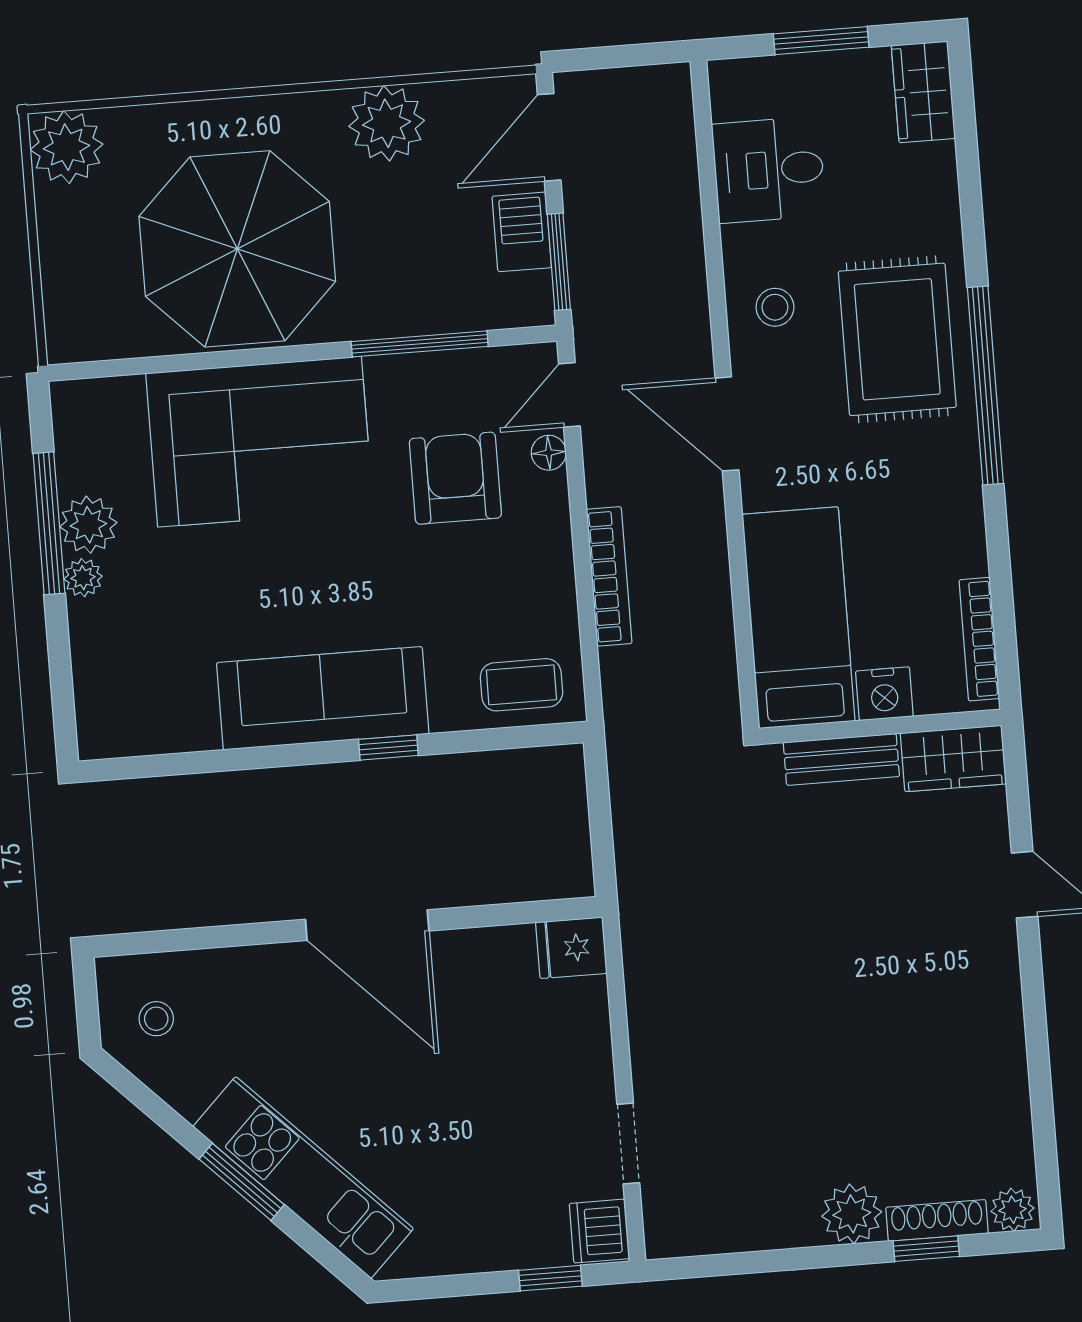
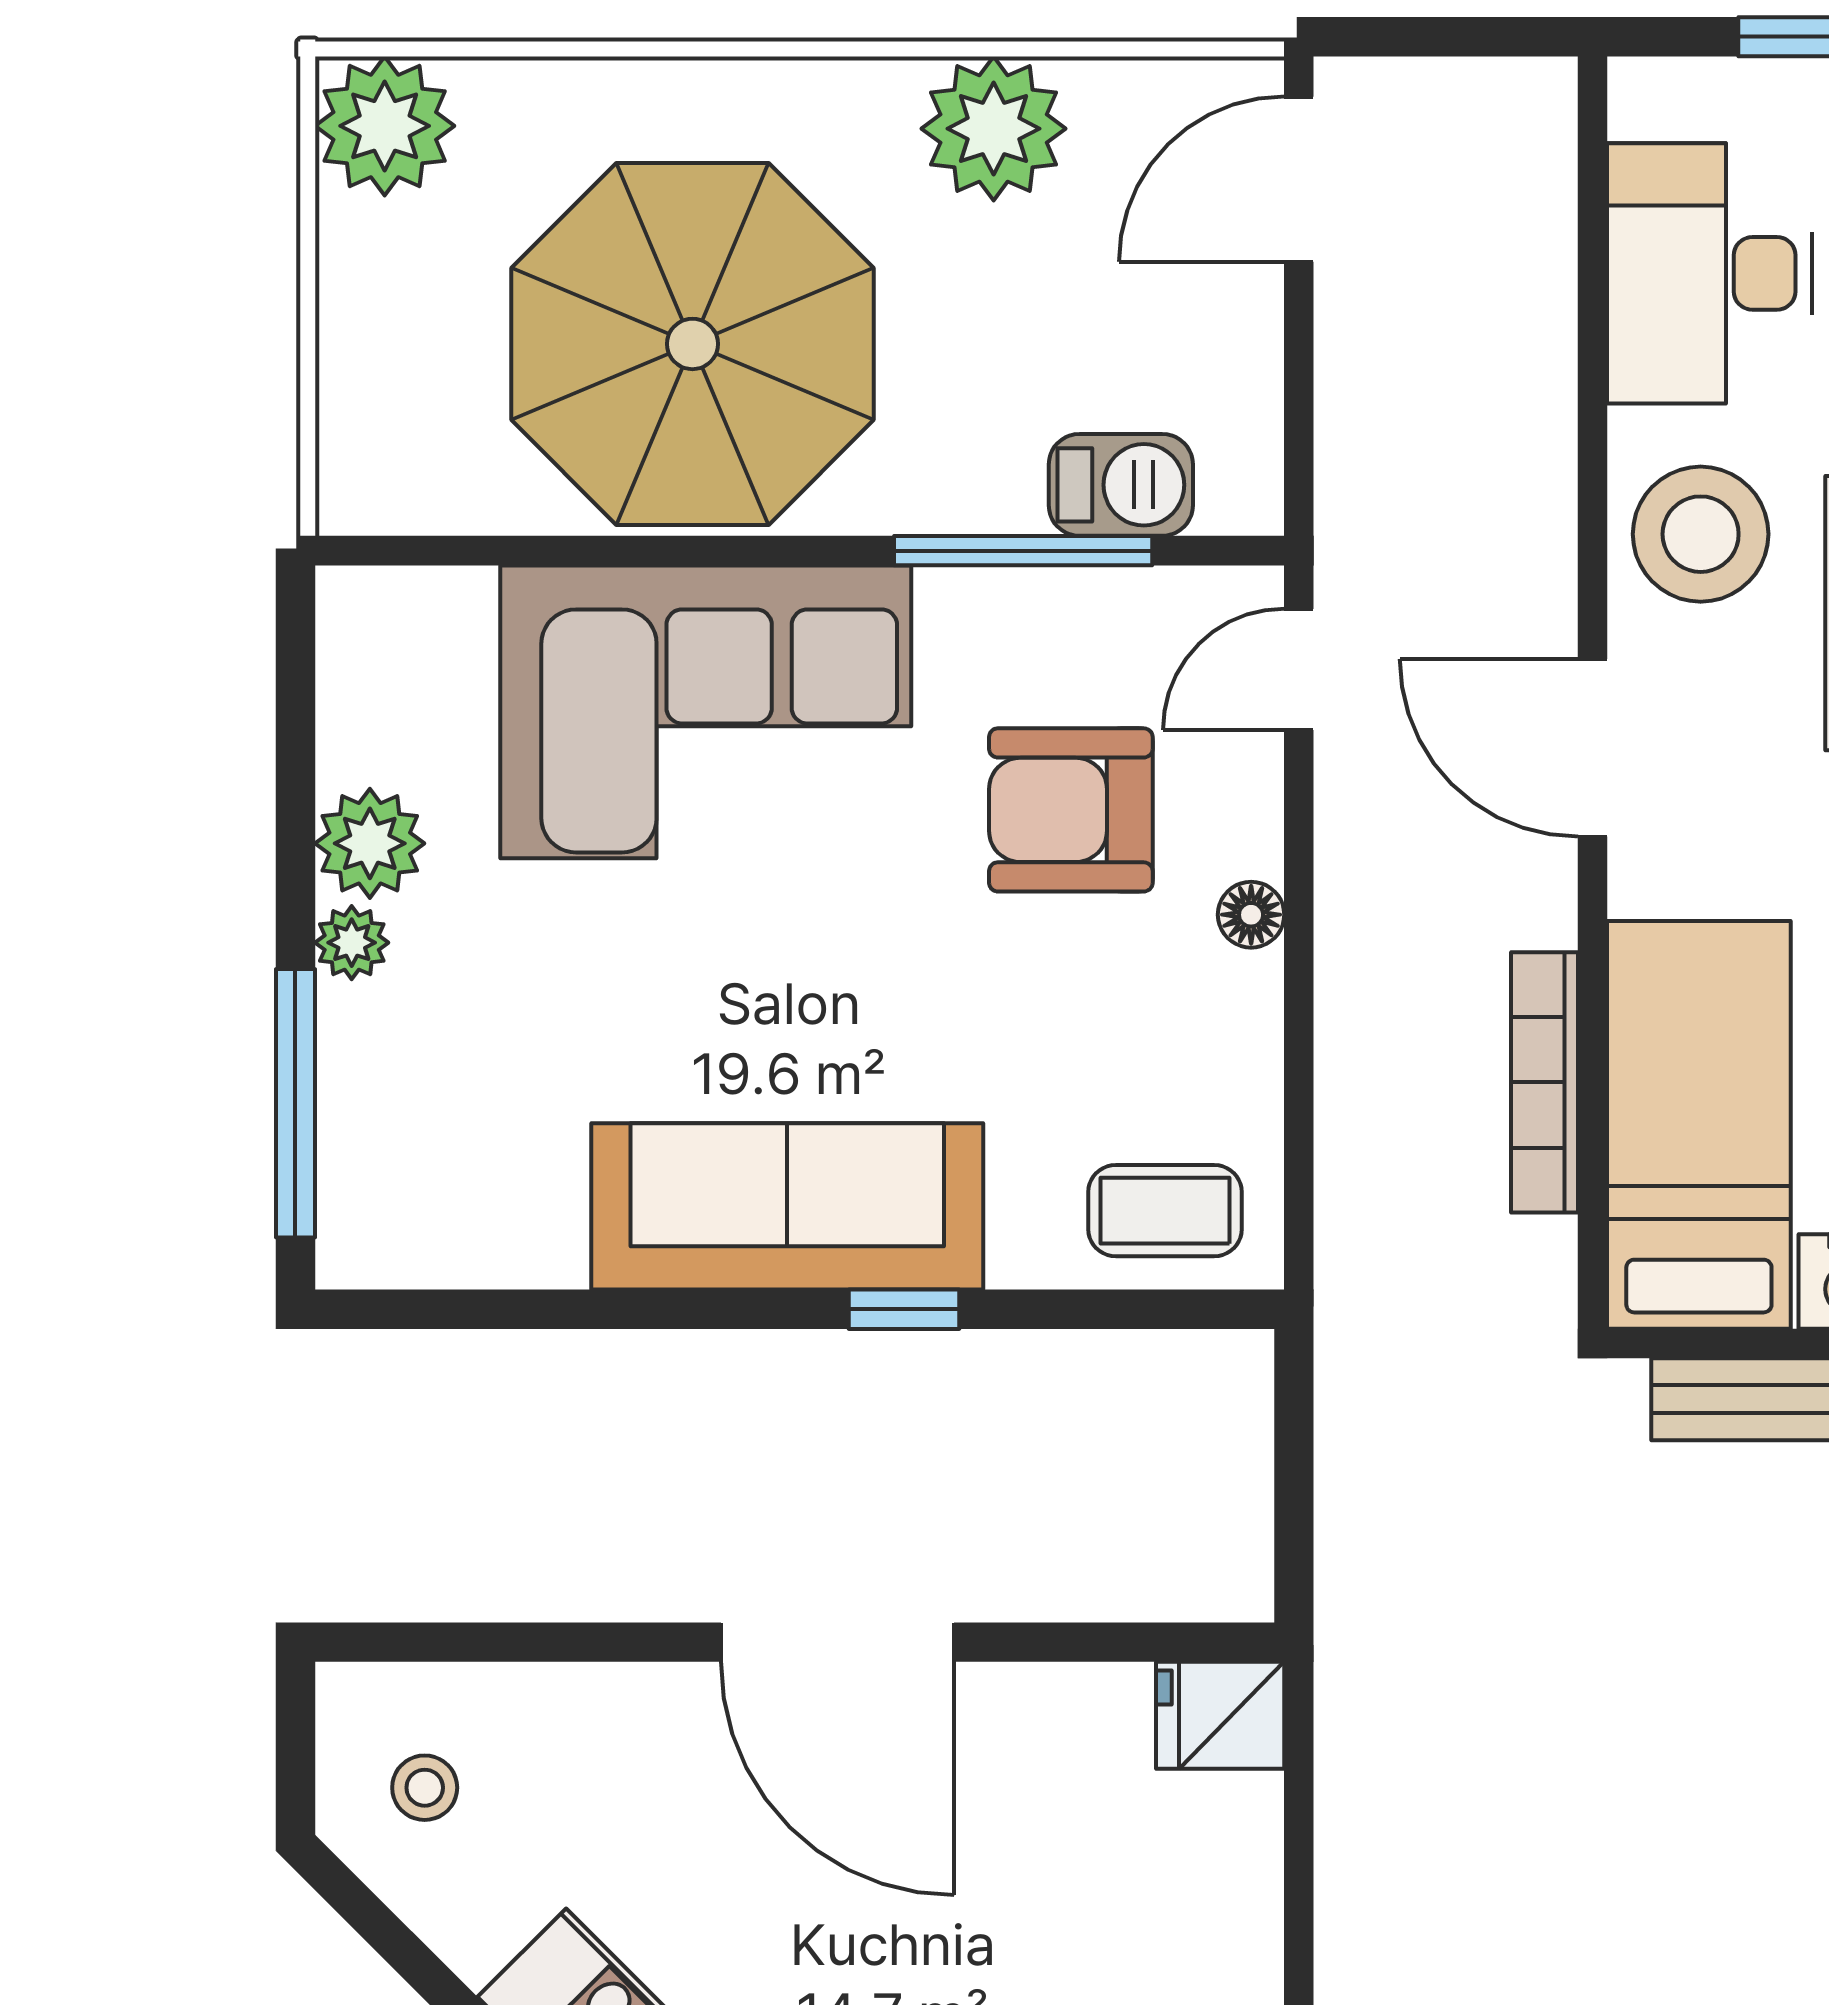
desk: (769, 170) -> (1709, 273), width x1.37
barbecue: (522, 232) -> (1121, 485), moved, turned 90
window: (559, 262) -> (1299, 416), removed
stool: (775, 307) -> (1701, 534), width x1.89, depth x1.89
floor lamp: (549, 453) -> (1251, 915), moved
armchair: (455, 478) -> (1071, 810), turned -90
window: (49, 523) -> (295, 1103), moved
bookcase: (609, 576) -> (1544, 1082), moved, turned 180

